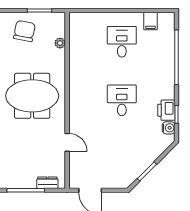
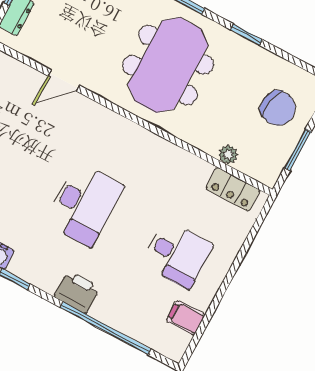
locker: (76, 32) -> (233, 189), added
desk: (122, 100) -> (84, 204), width x1.37
printer: (166, 110) -> (77, 292), moved

